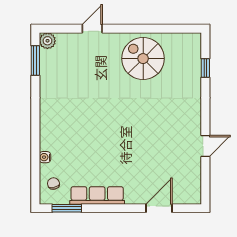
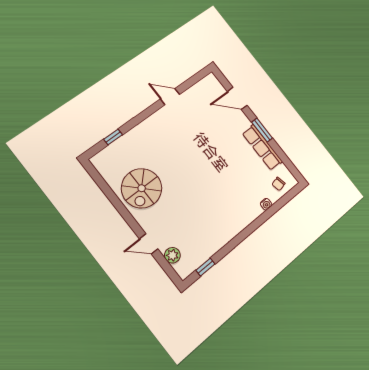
plant: (47, 41) -> (172, 255), moved
window: (35, 61) -> (205, 267), width x0.67
window: (67, 208) -> (262, 130), moved

